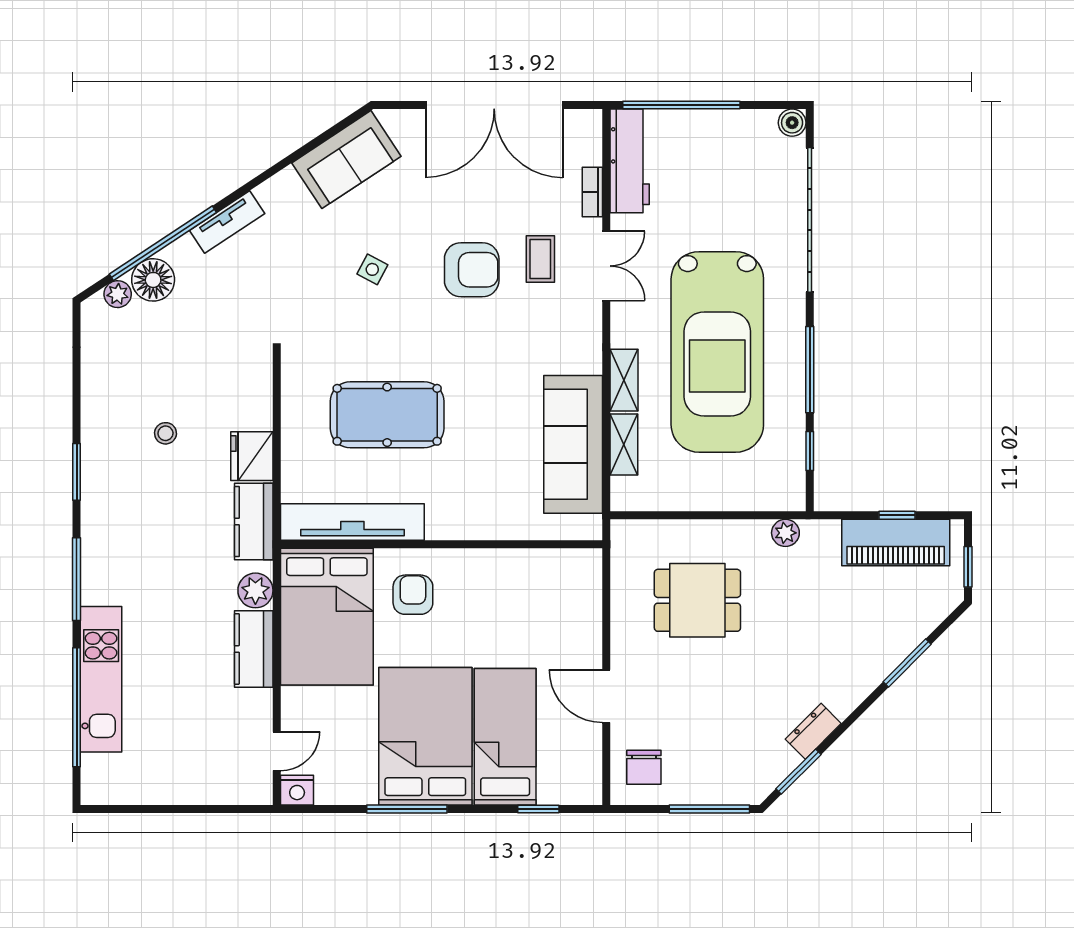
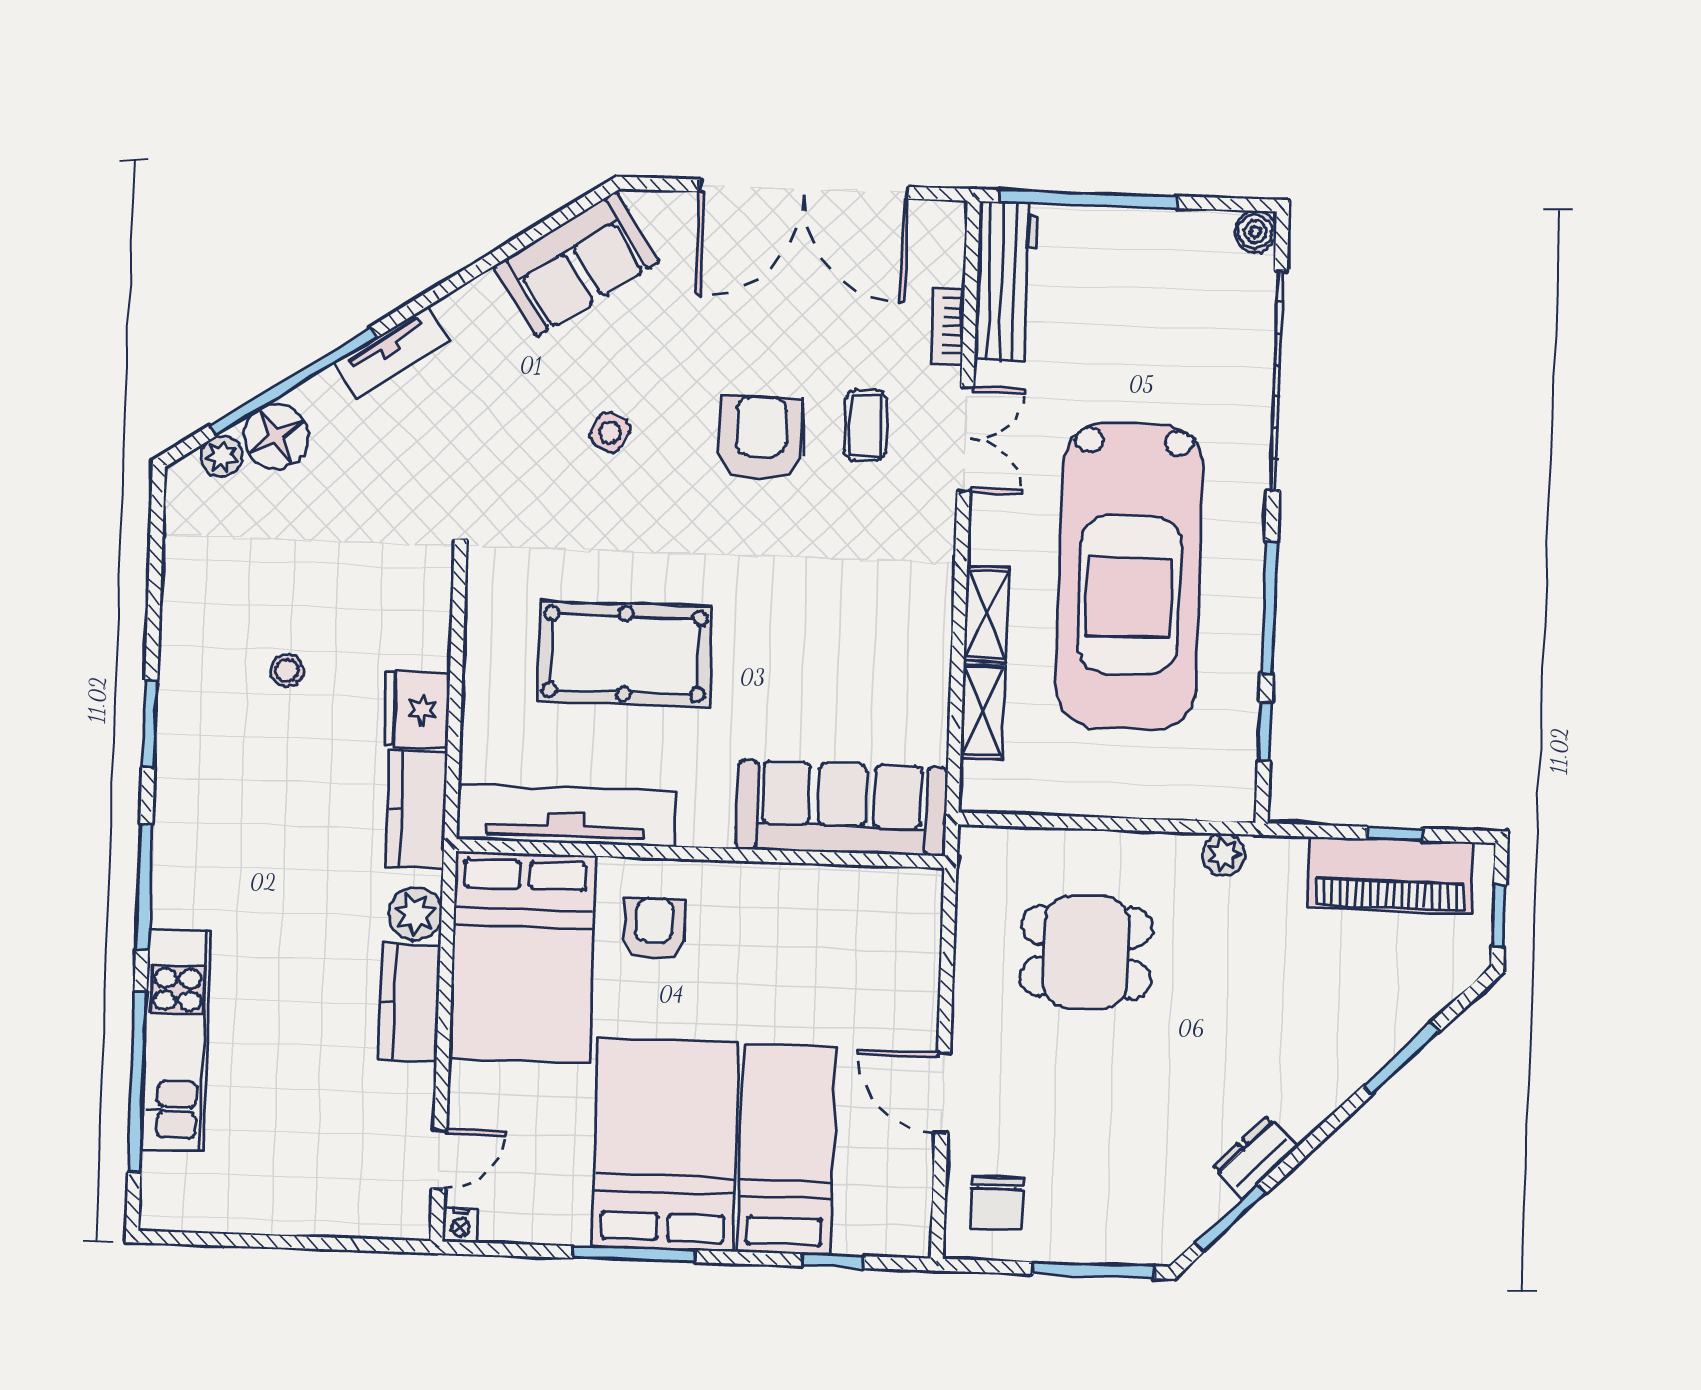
armchair: (472, 270) -> (761, 438), turned -90
sofa: (573, 444) -> (842, 808), moved, turned 90
nightstand: (297, 790) -> (461, 1225), width x0.72, depth x0.74

